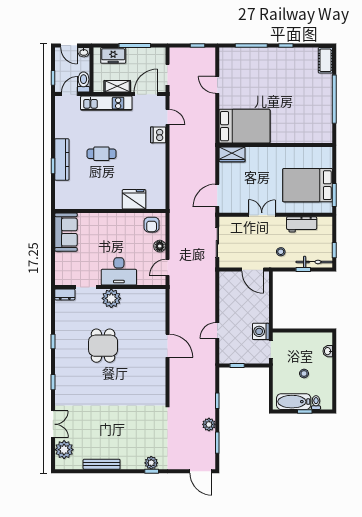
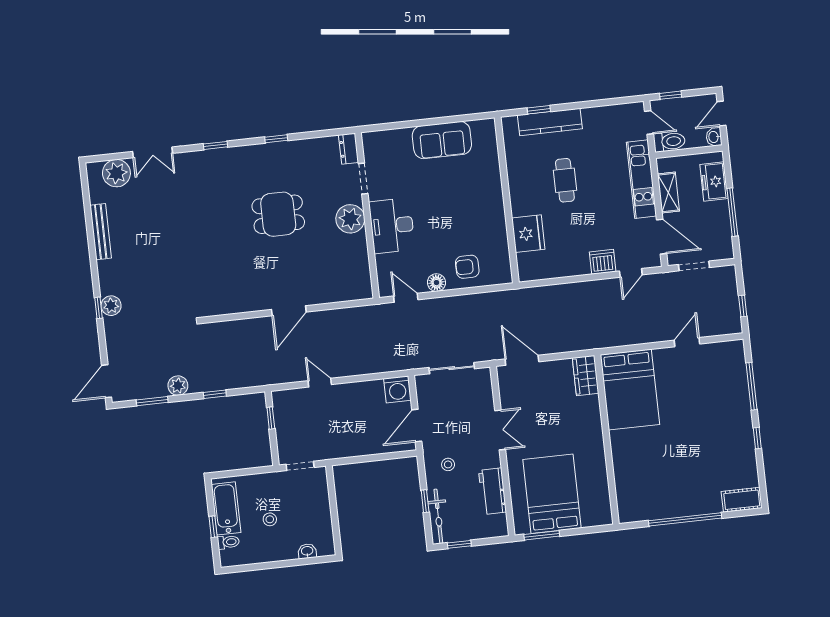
fridge: (134, 199) -> (528, 234), moved
wall: (110, 211) -> (507, 200), moved
washing machine: (261, 331) -> (397, 389), moved, turned 180

